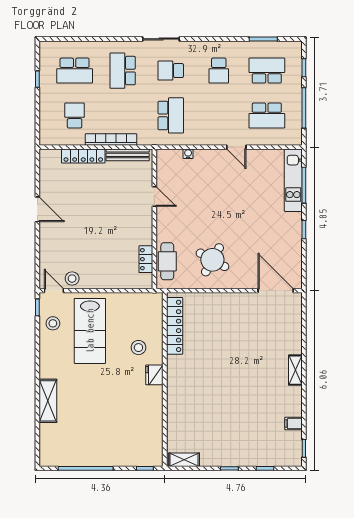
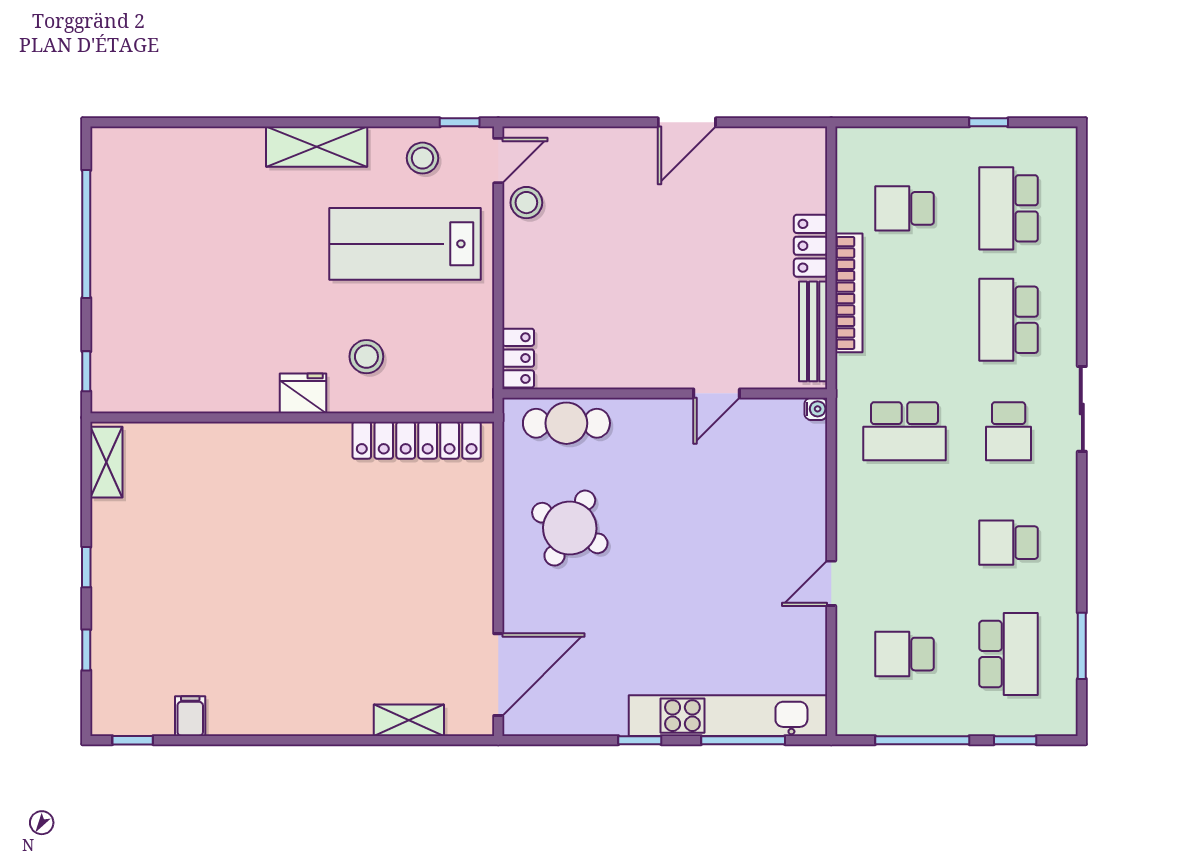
school desk: (123, 71) -> (1009, 320), turned -90
school desk: (171, 71) -> (1009, 431), turned 180
school desk: (75, 115) -> (904, 208), turned 180
school desk: (267, 115) -> (904, 654), width x0.54
water cooler: (188, 154) -> (816, 409), moved
locker: (83, 156) -> (811, 246), width x0.66
kitchen unit: (293, 180) -> (728, 716), width x1.36
locker: (146, 259) -> (518, 358), moved, turned 90
shelving: (295, 370) -> (409, 720), moved
shelving: (48, 401) -> (317, 147), moved

